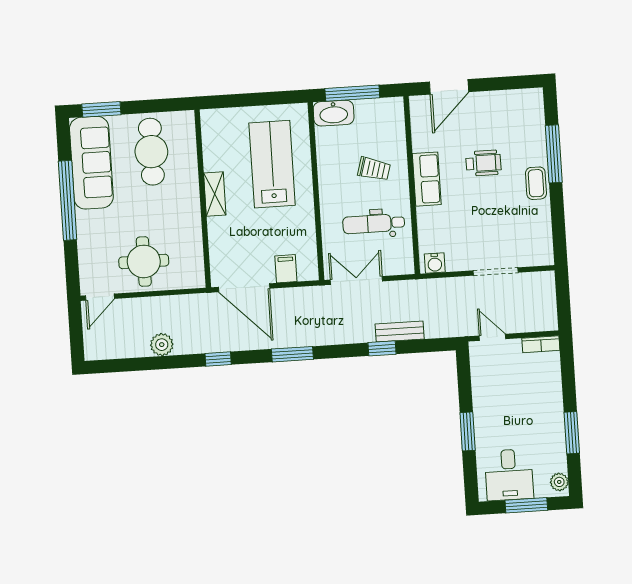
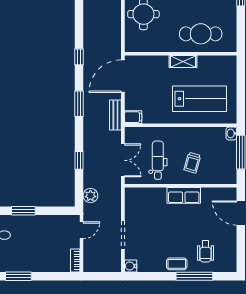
washbasin: (334, 113) -> (231, 133), width x0.52, depth x0.69
cafe table: (151, 152) -> (201, 34), moved
wheelchair: (483, 163) -> (205, 251), moved
water cooler: (435, 263) -> (131, 266), moved
filing cabinet: (286, 269) -> (133, 117), moved
double door: (356, 280) -> (123, 160), moved
bench: (400, 332) -> (115, 115), moved
plant: (162, 345) -> (90, 196), moved

